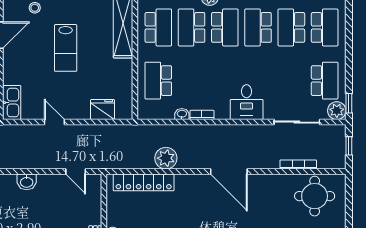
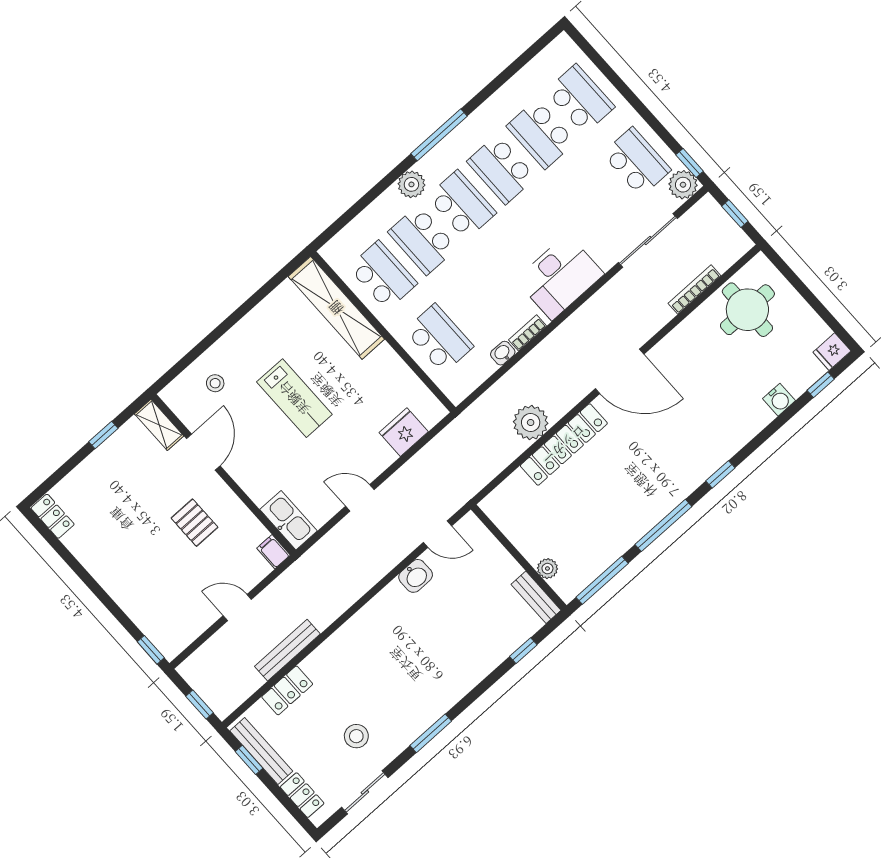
school desk: (158, 81) -> (439, 338), turned 180
desk: (247, 102) -> (560, 277), width x1.37
washbasin: (27, 182) -> (416, 576), moved
locker: (144, 182) -> (564, 445), moved

